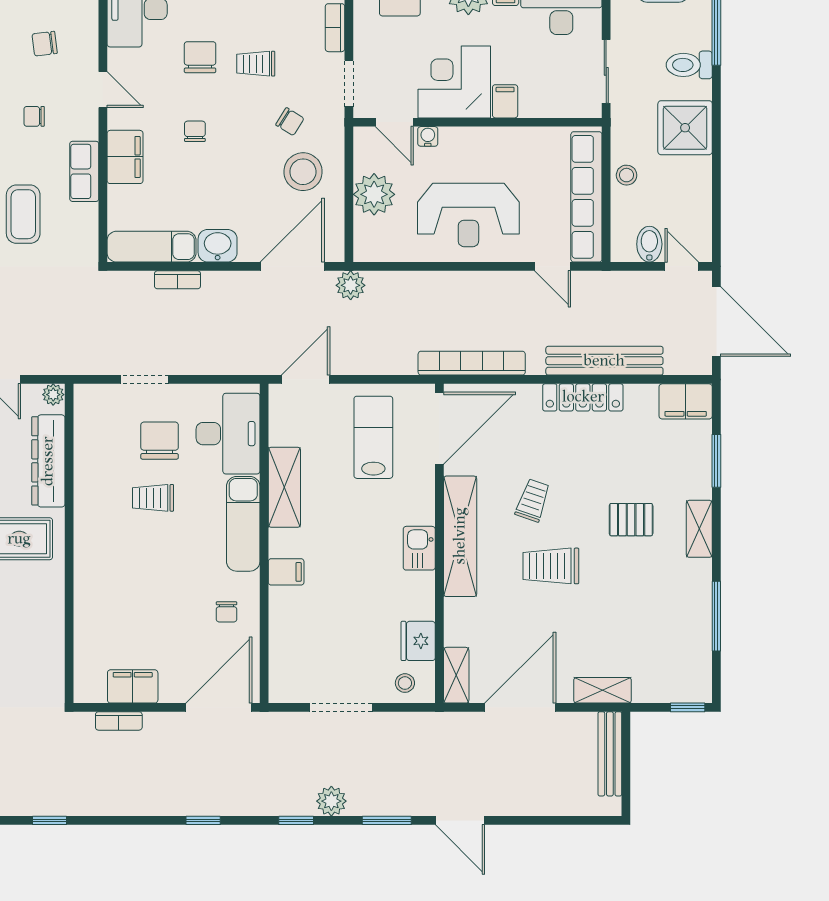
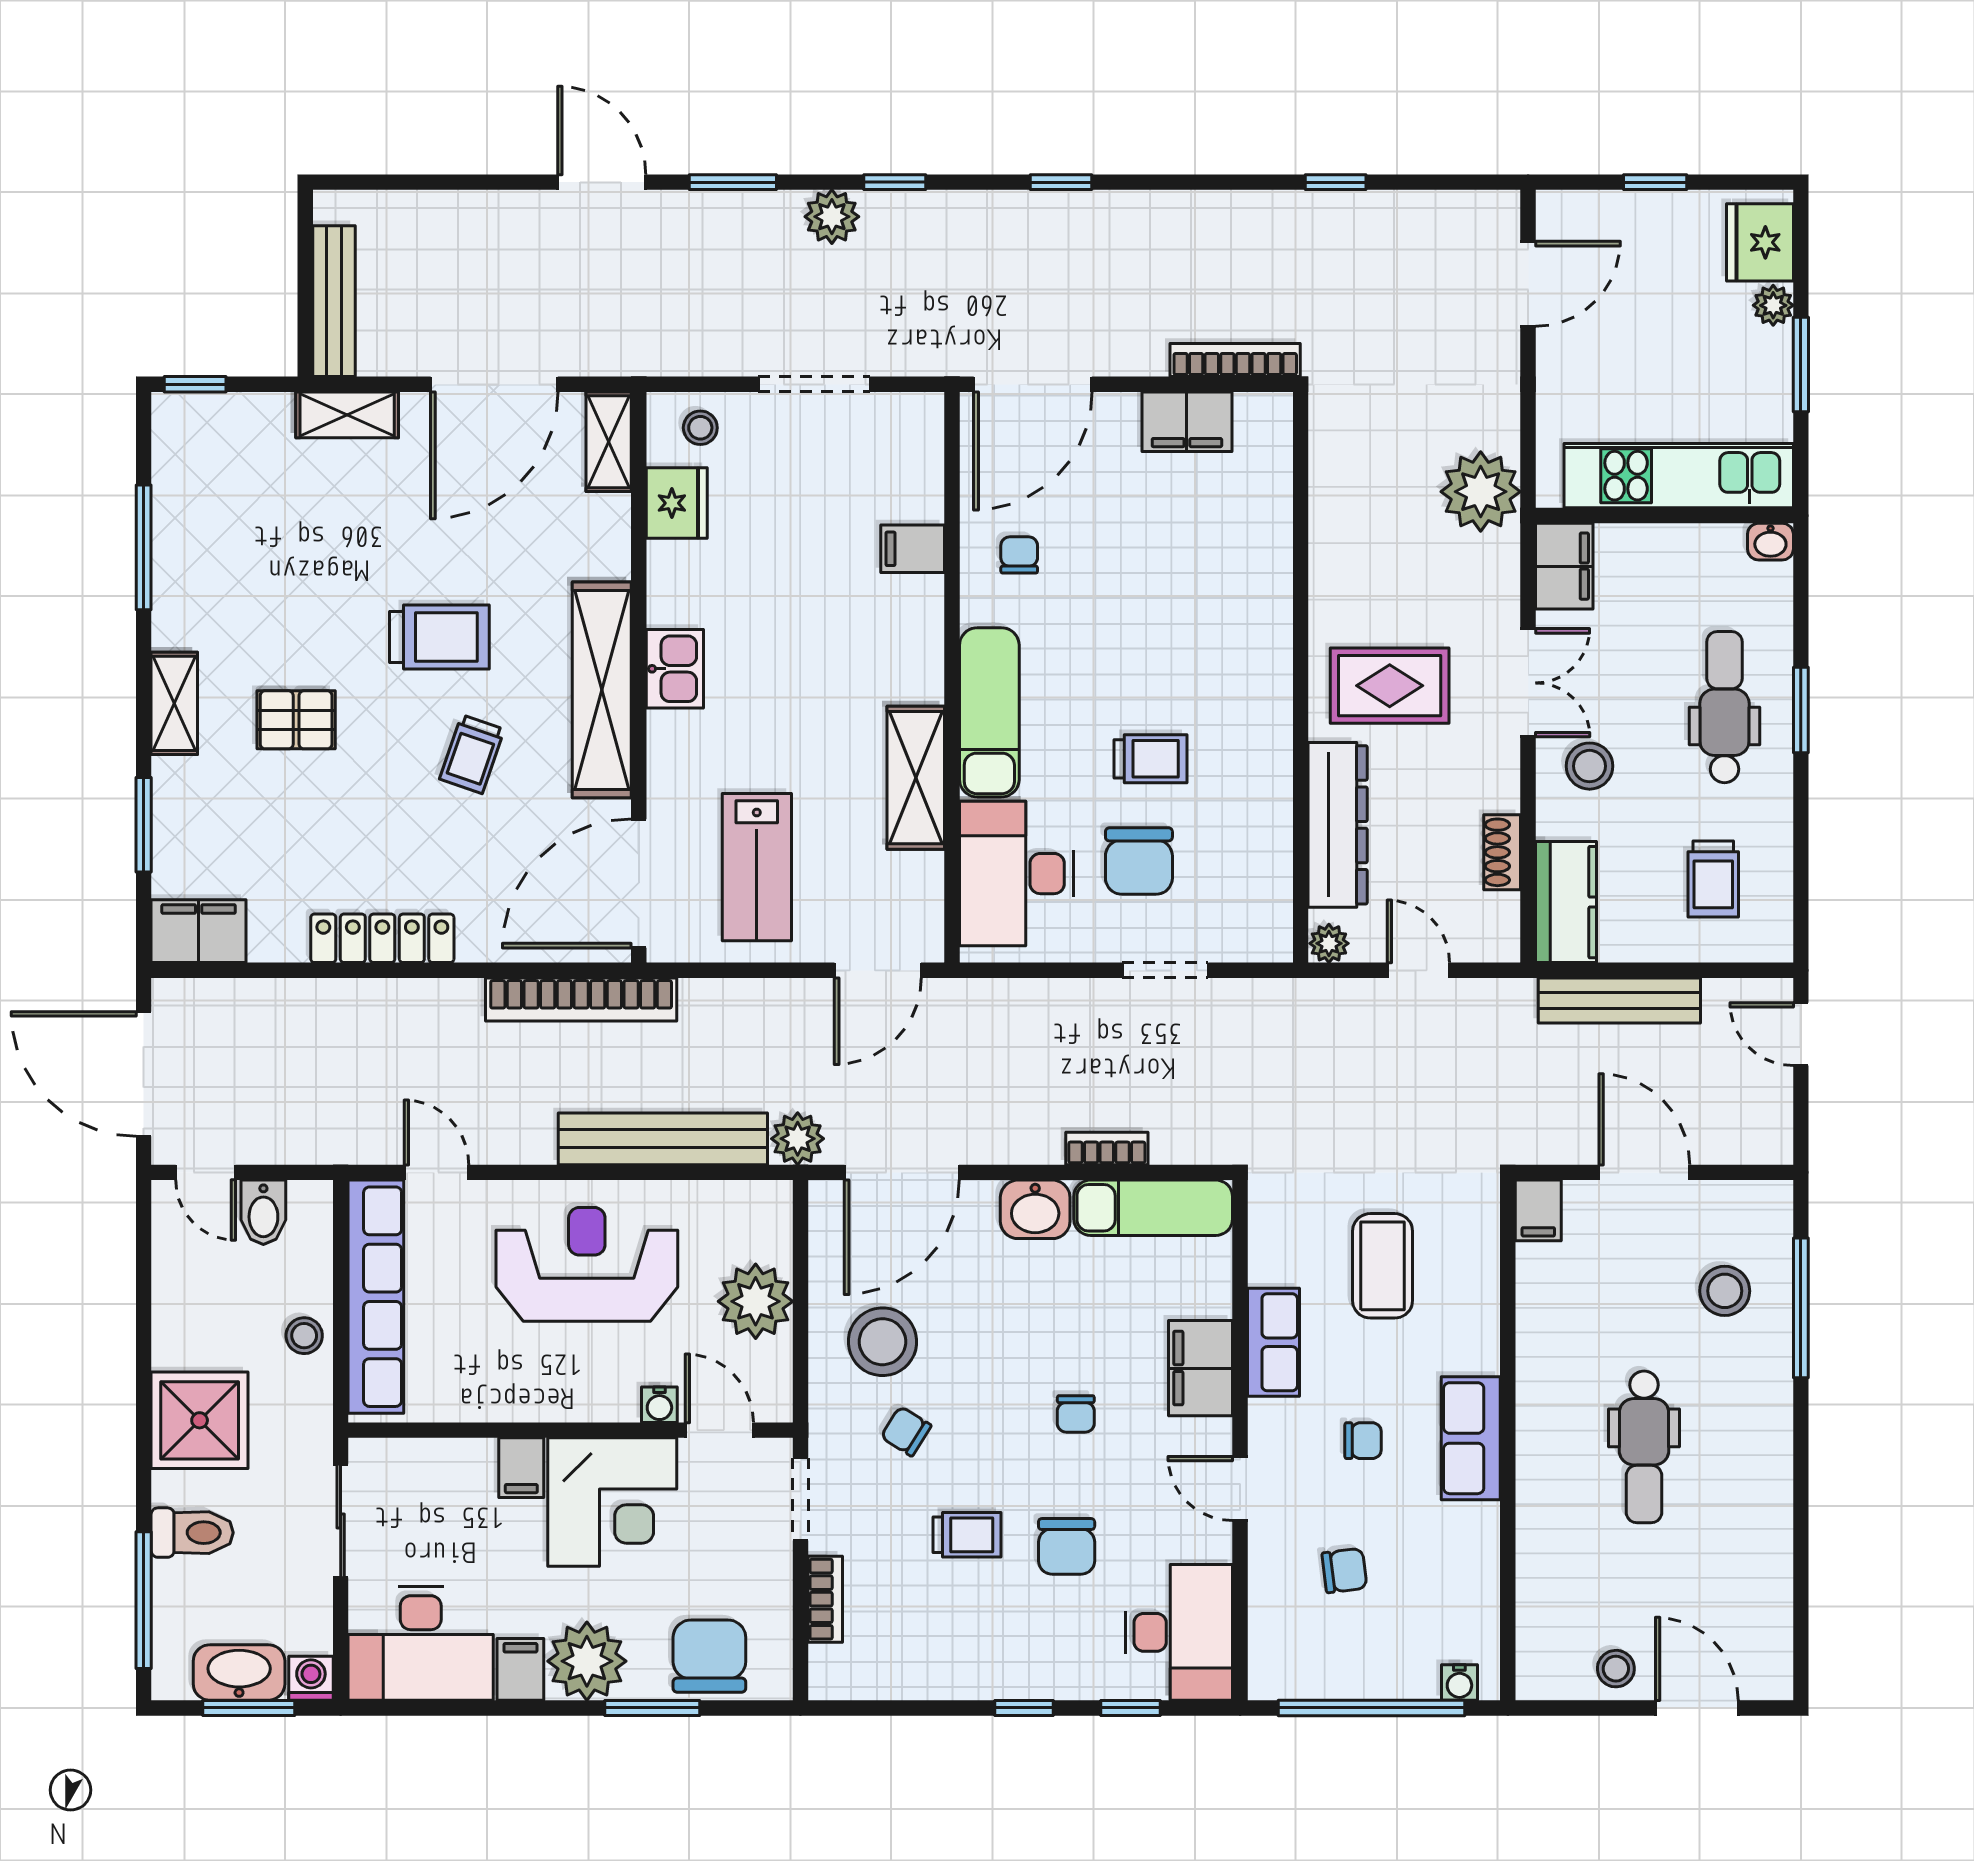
bench: (604, 361) -> (663, 1139), moved
filing cabinet: (286, 572) -> (913, 549), moved
bookcase: (119, 721) -> (1235, 360), width x1.56

